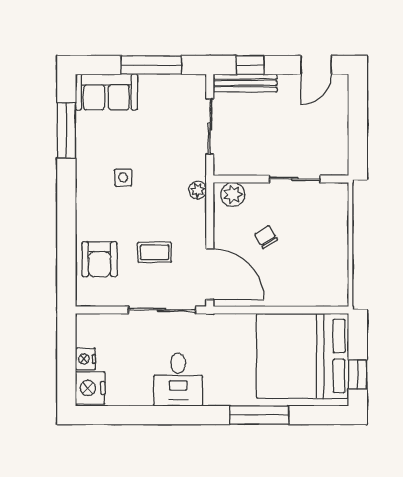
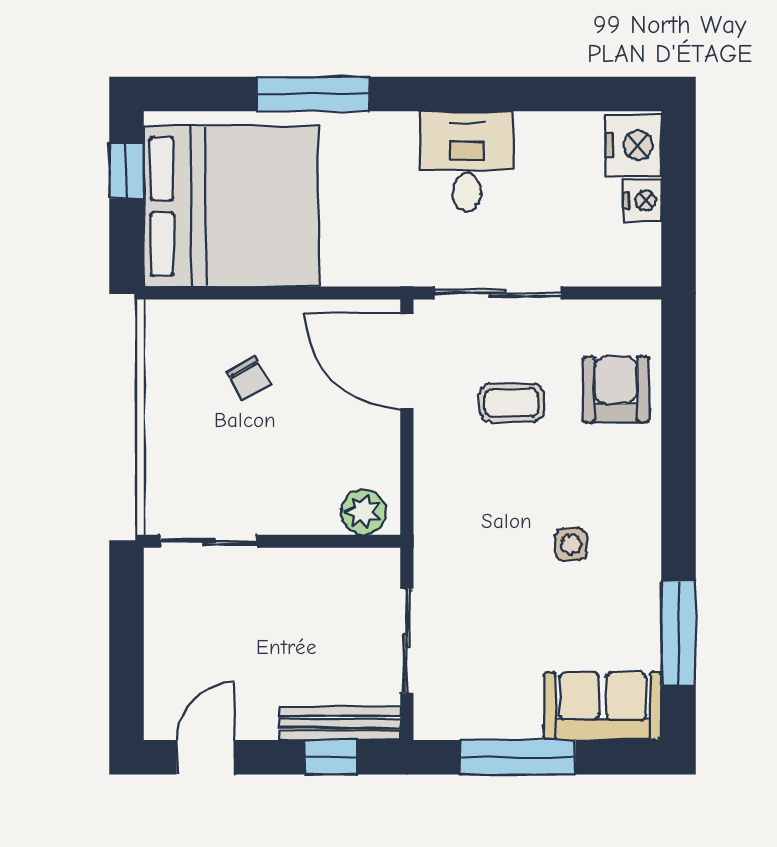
sliding door: (295, 179) -> (209, 541), moved
plant: (198, 190) -> (430, 520), removed
chair: (266, 237) -> (249, 378), moved

